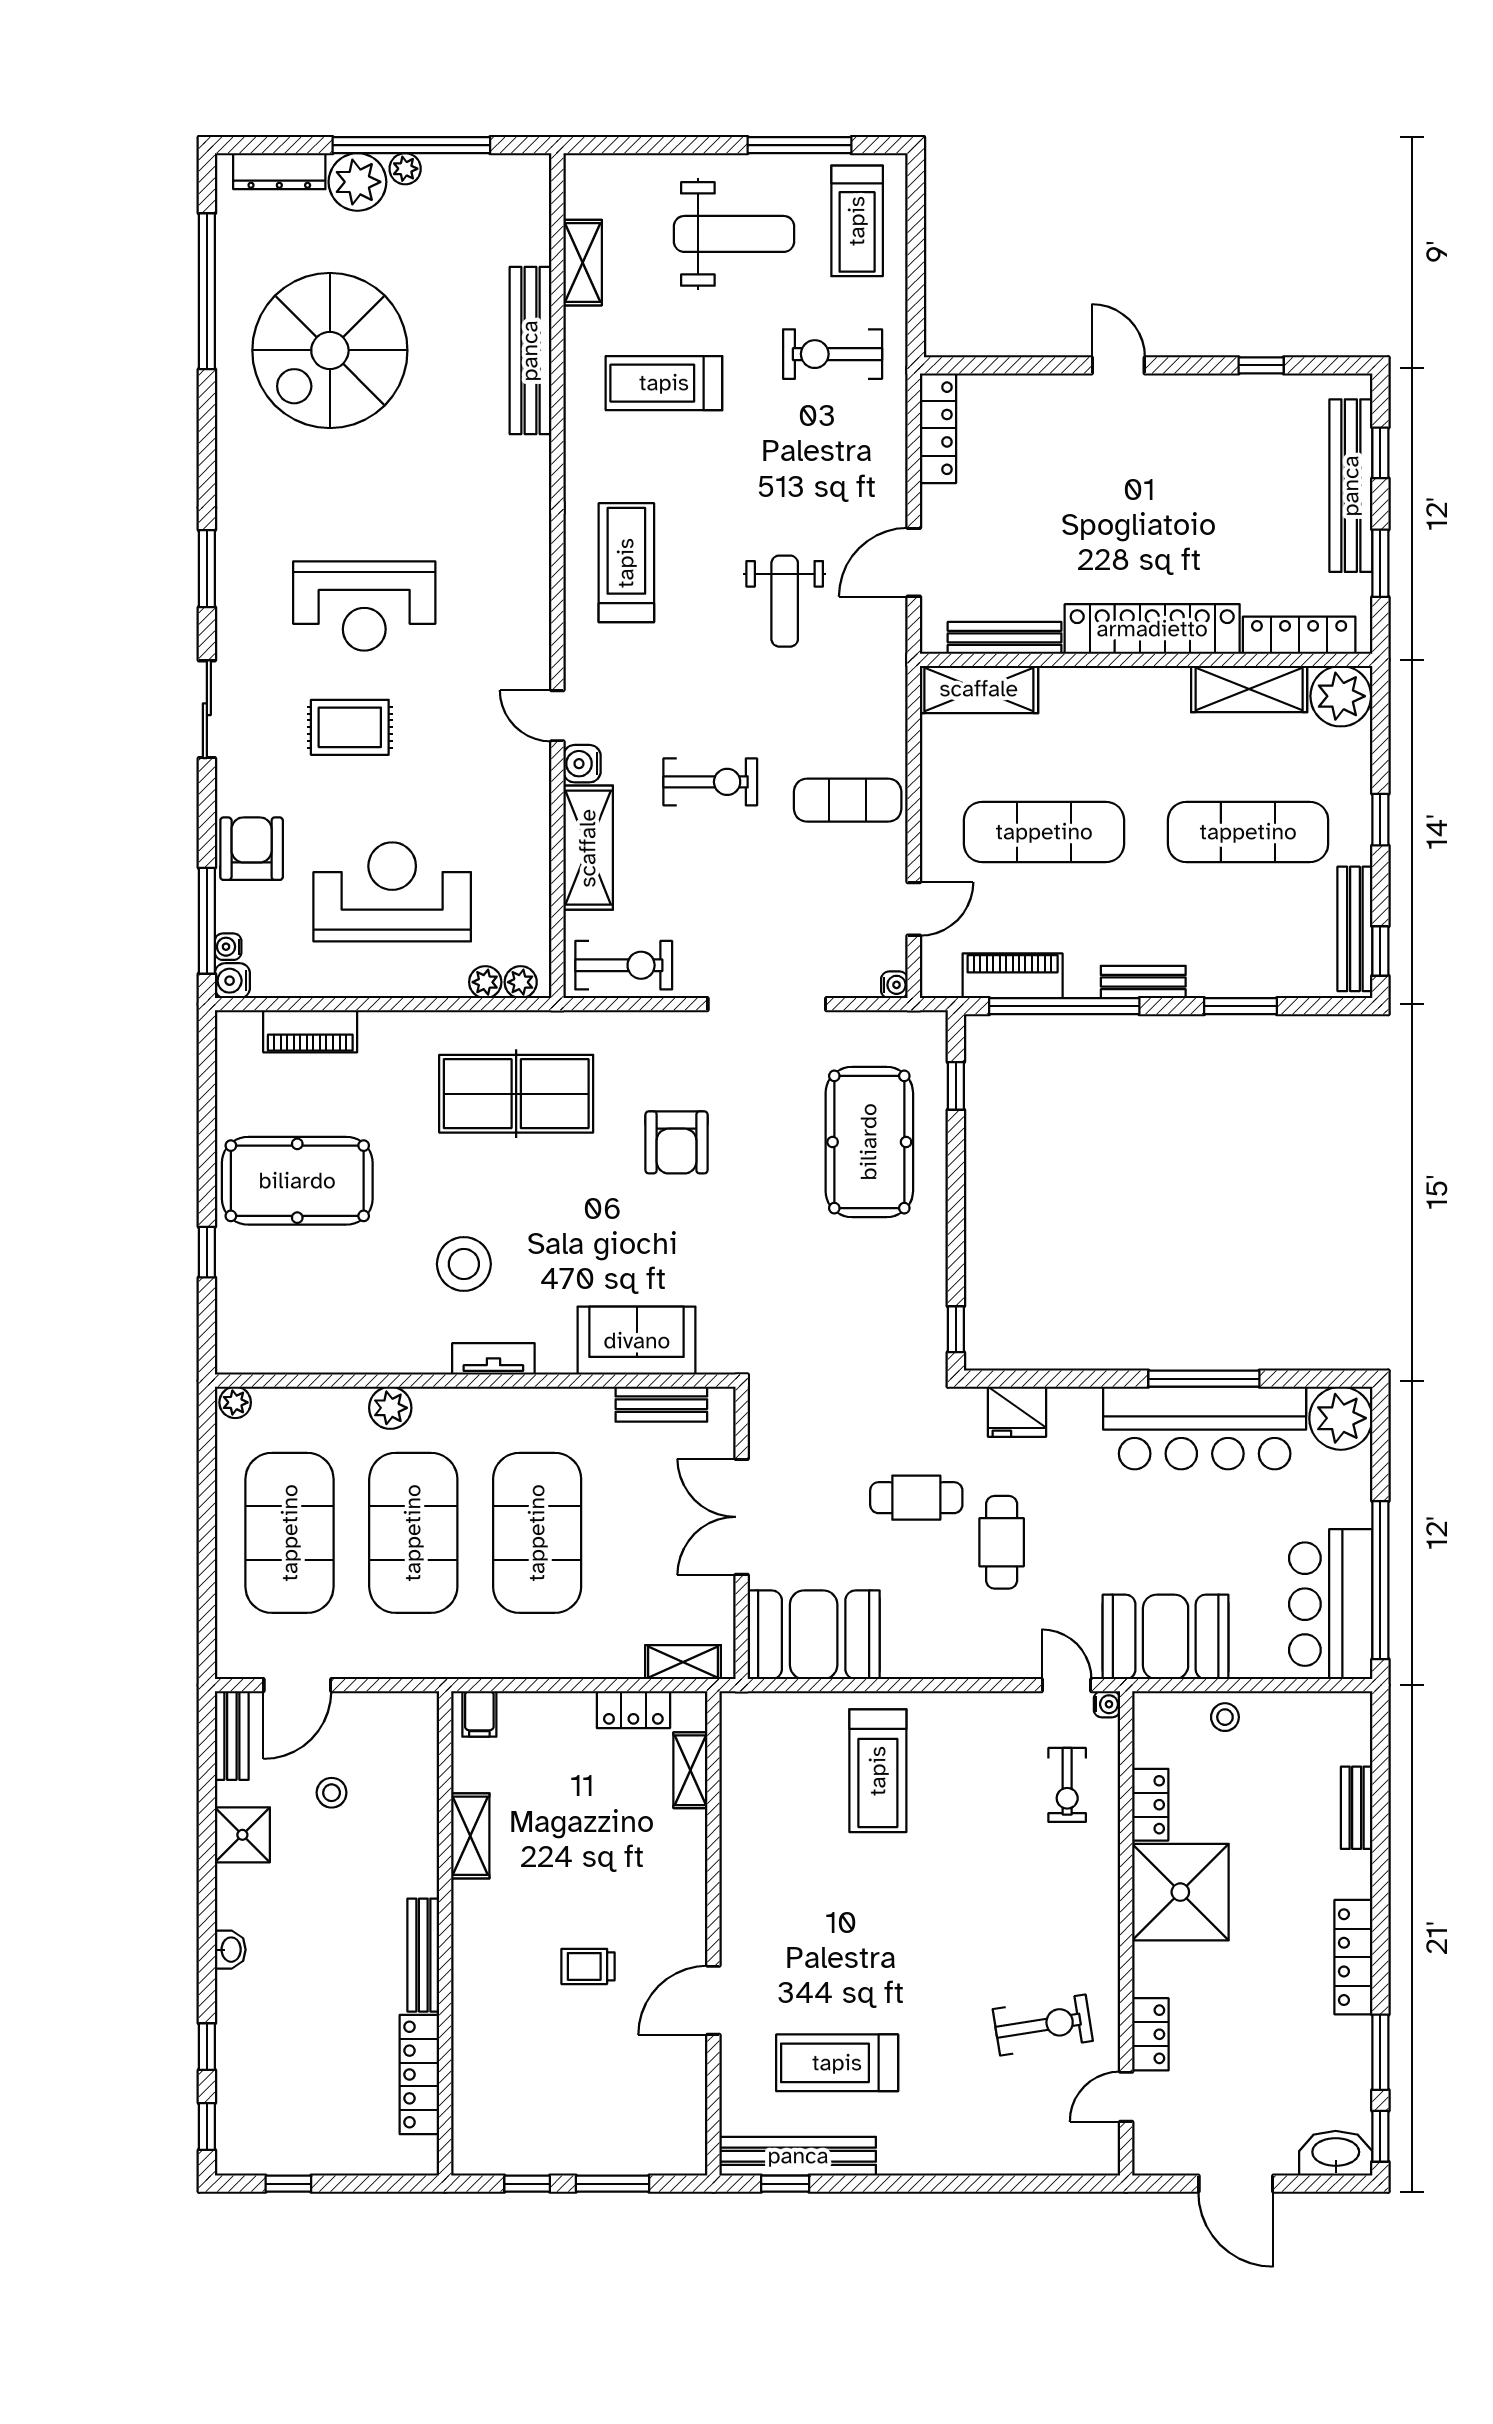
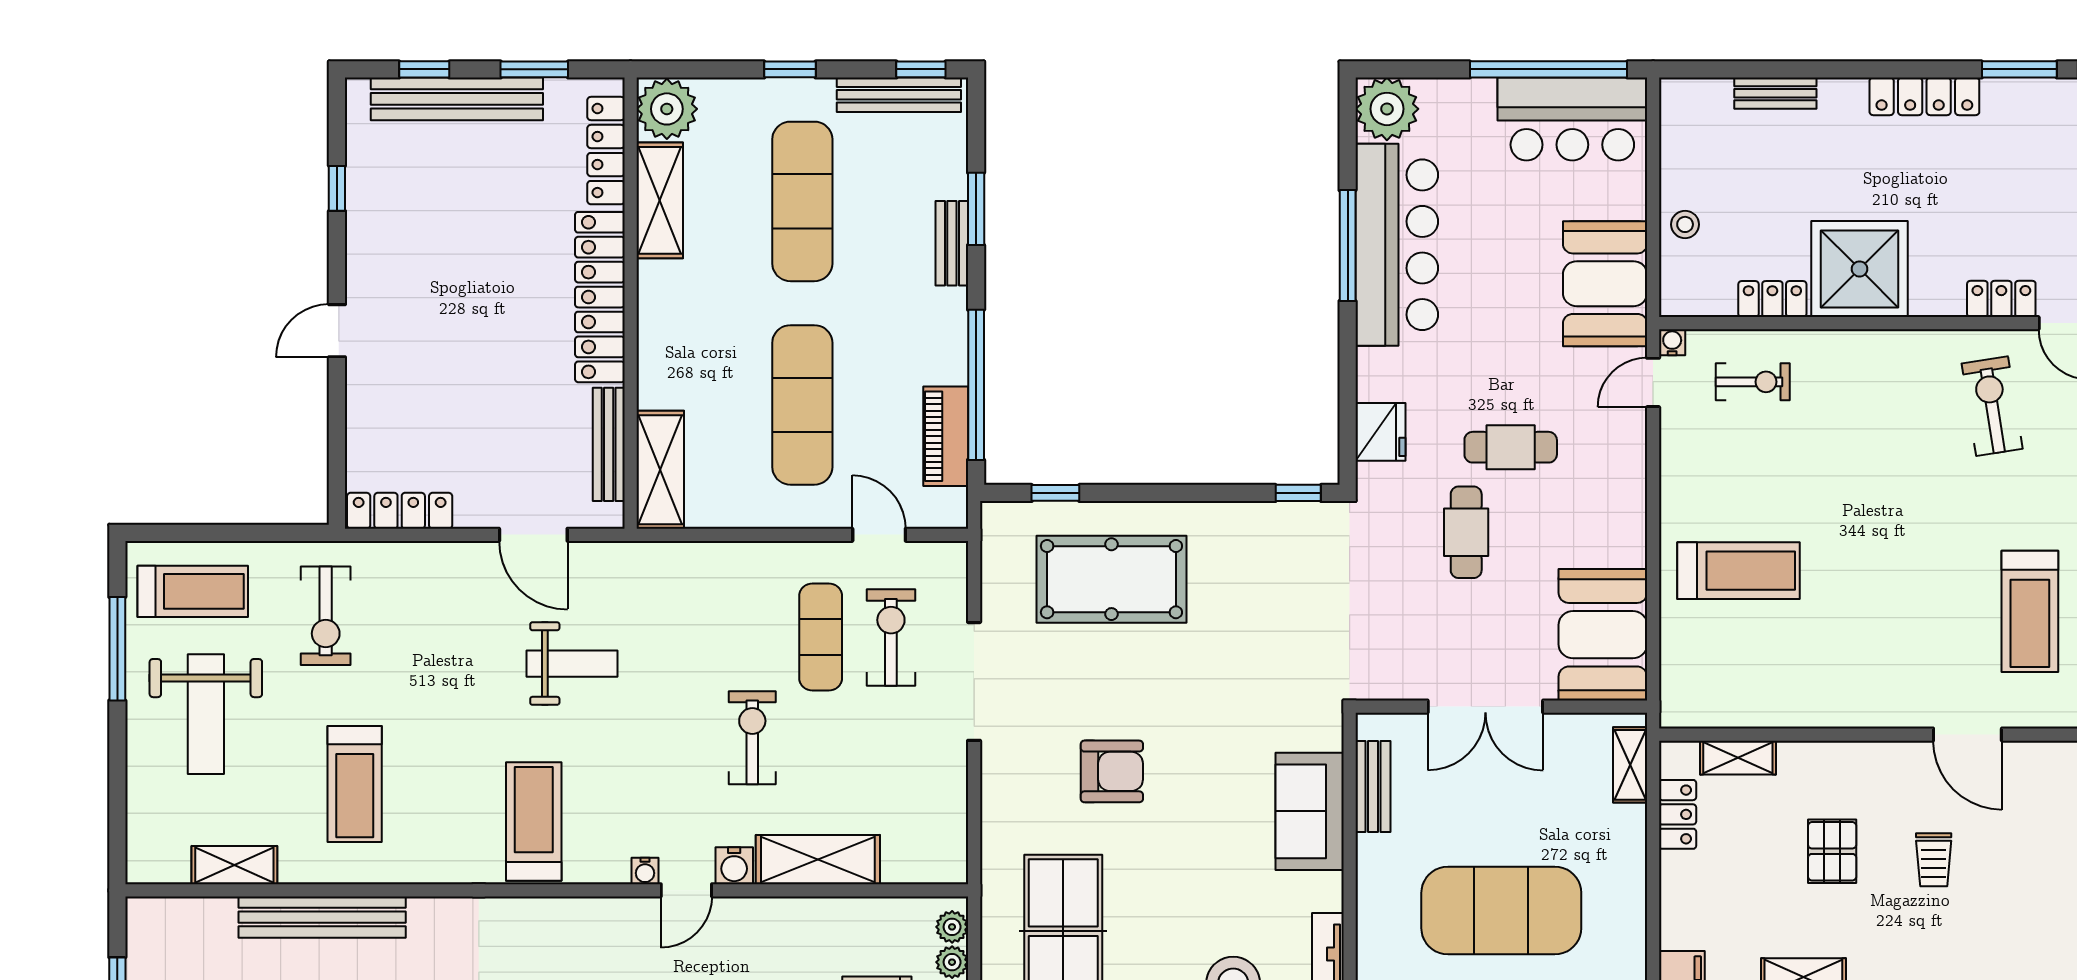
weight bench: (734, 234) -> (206, 714), turned 180
treadmill: (626, 563) -> (534, 821), turned 90
exercise mat: (848, 800) -> (821, 637), moved
exercise bike: (624, 965) -> (891, 637), moved
bench: (1143, 982) -> (952, 243), moved
water cooler: (894, 985) -> (645, 871), moved, turned 180
pallet: (596, 1865) -> (1832, 851), added

